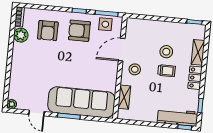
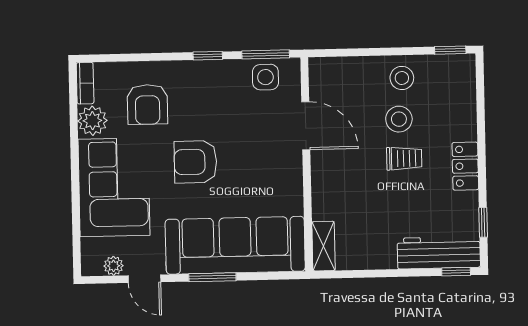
armchair: (79, 31) -> (195, 162), moved
door: (122, 50) -> (306, 126), swing flipped
shelving: (198, 52) -> (465, 113), removed
corner sofa: (27, 68) -> (114, 187), added
stool: (135, 69) -> (402, 78), moved
shelving: (124, 97) -> (324, 246), moved
plant: (12, 104) -> (114, 266), moved

